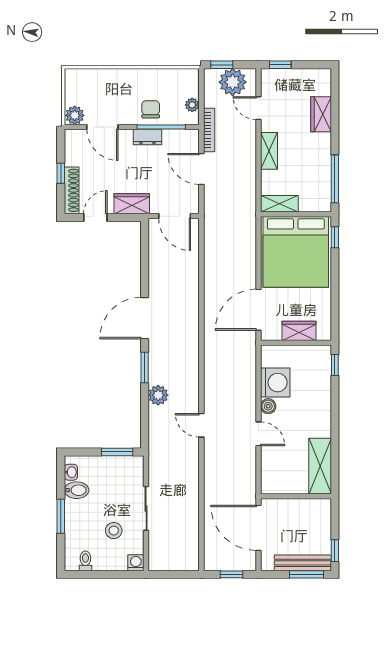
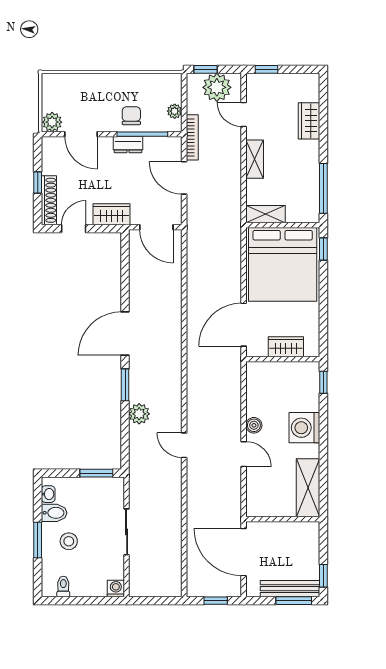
washing machine: (275, 383) -> (304, 428), moved, turned 180
stool: (114, 531) -> (69, 541), moved

